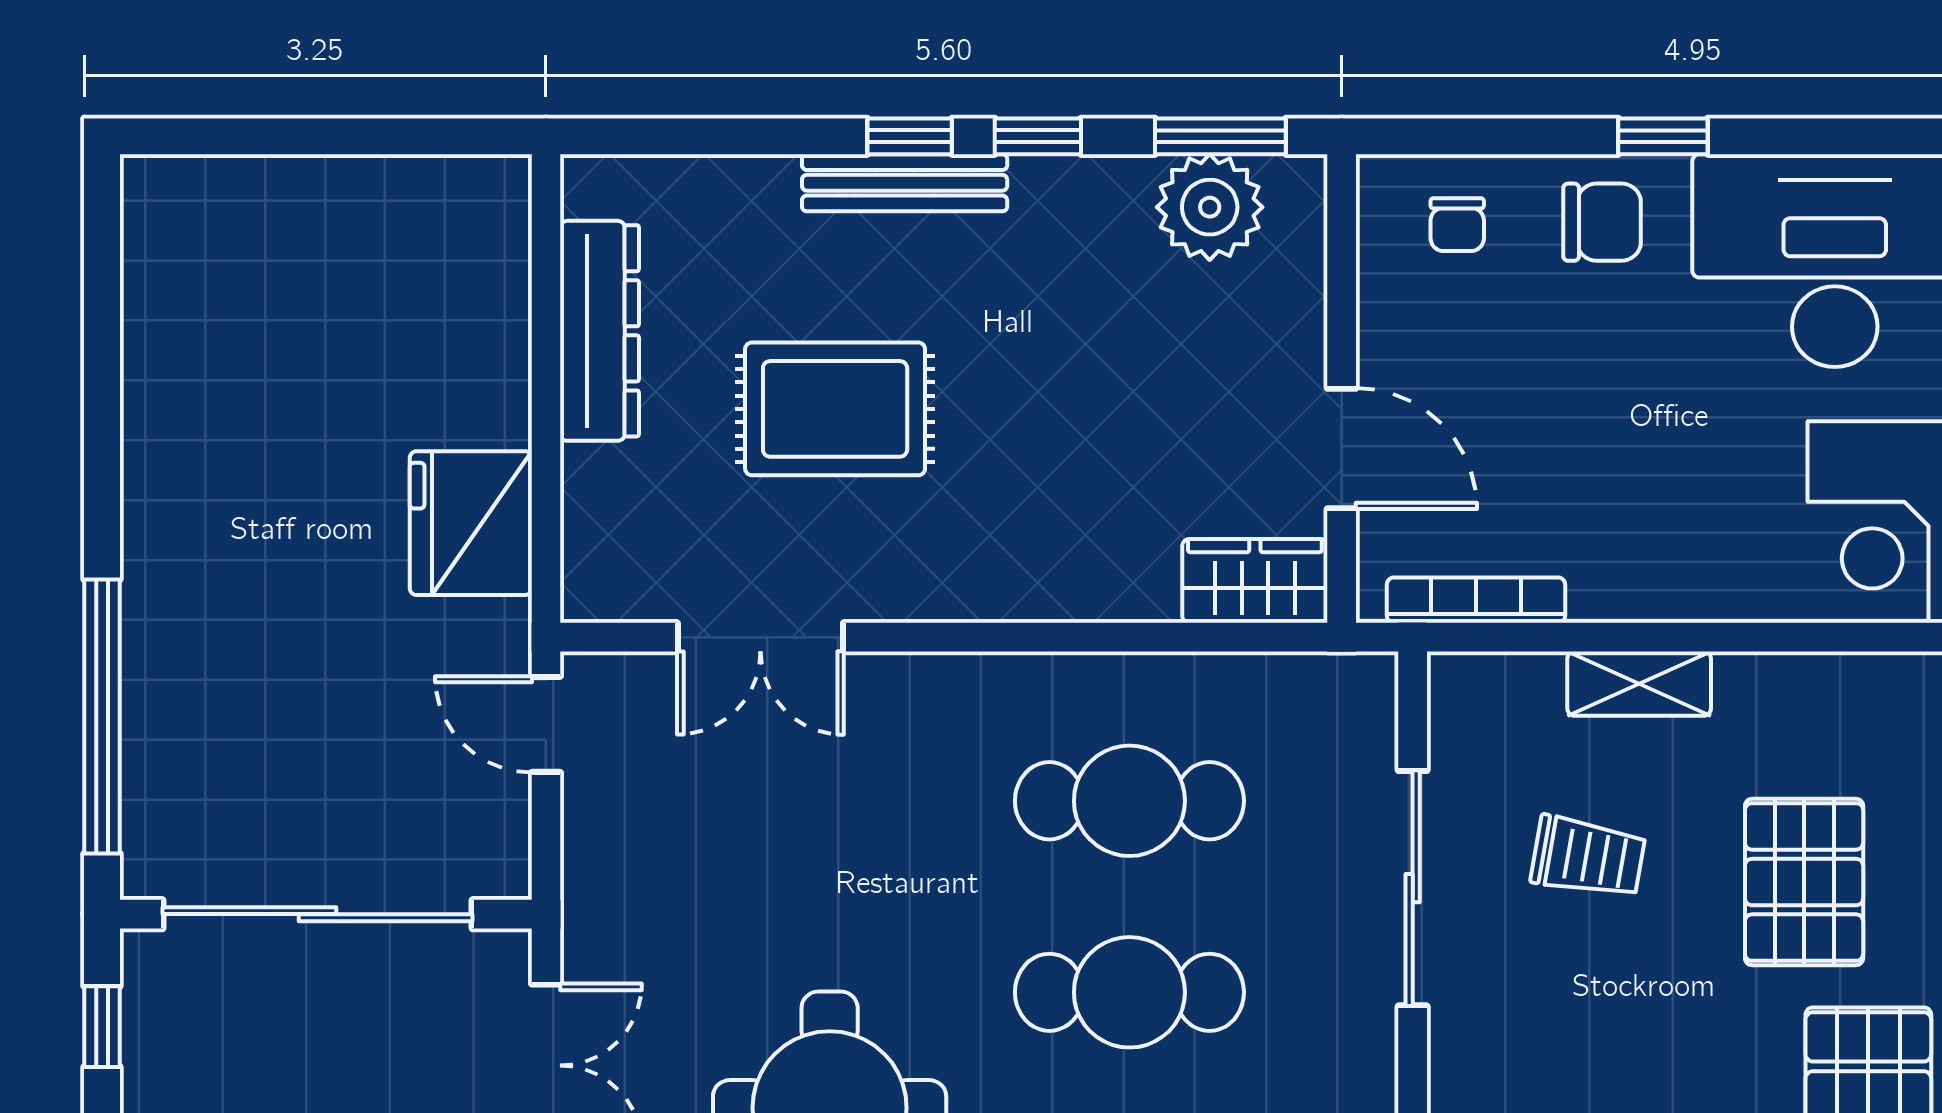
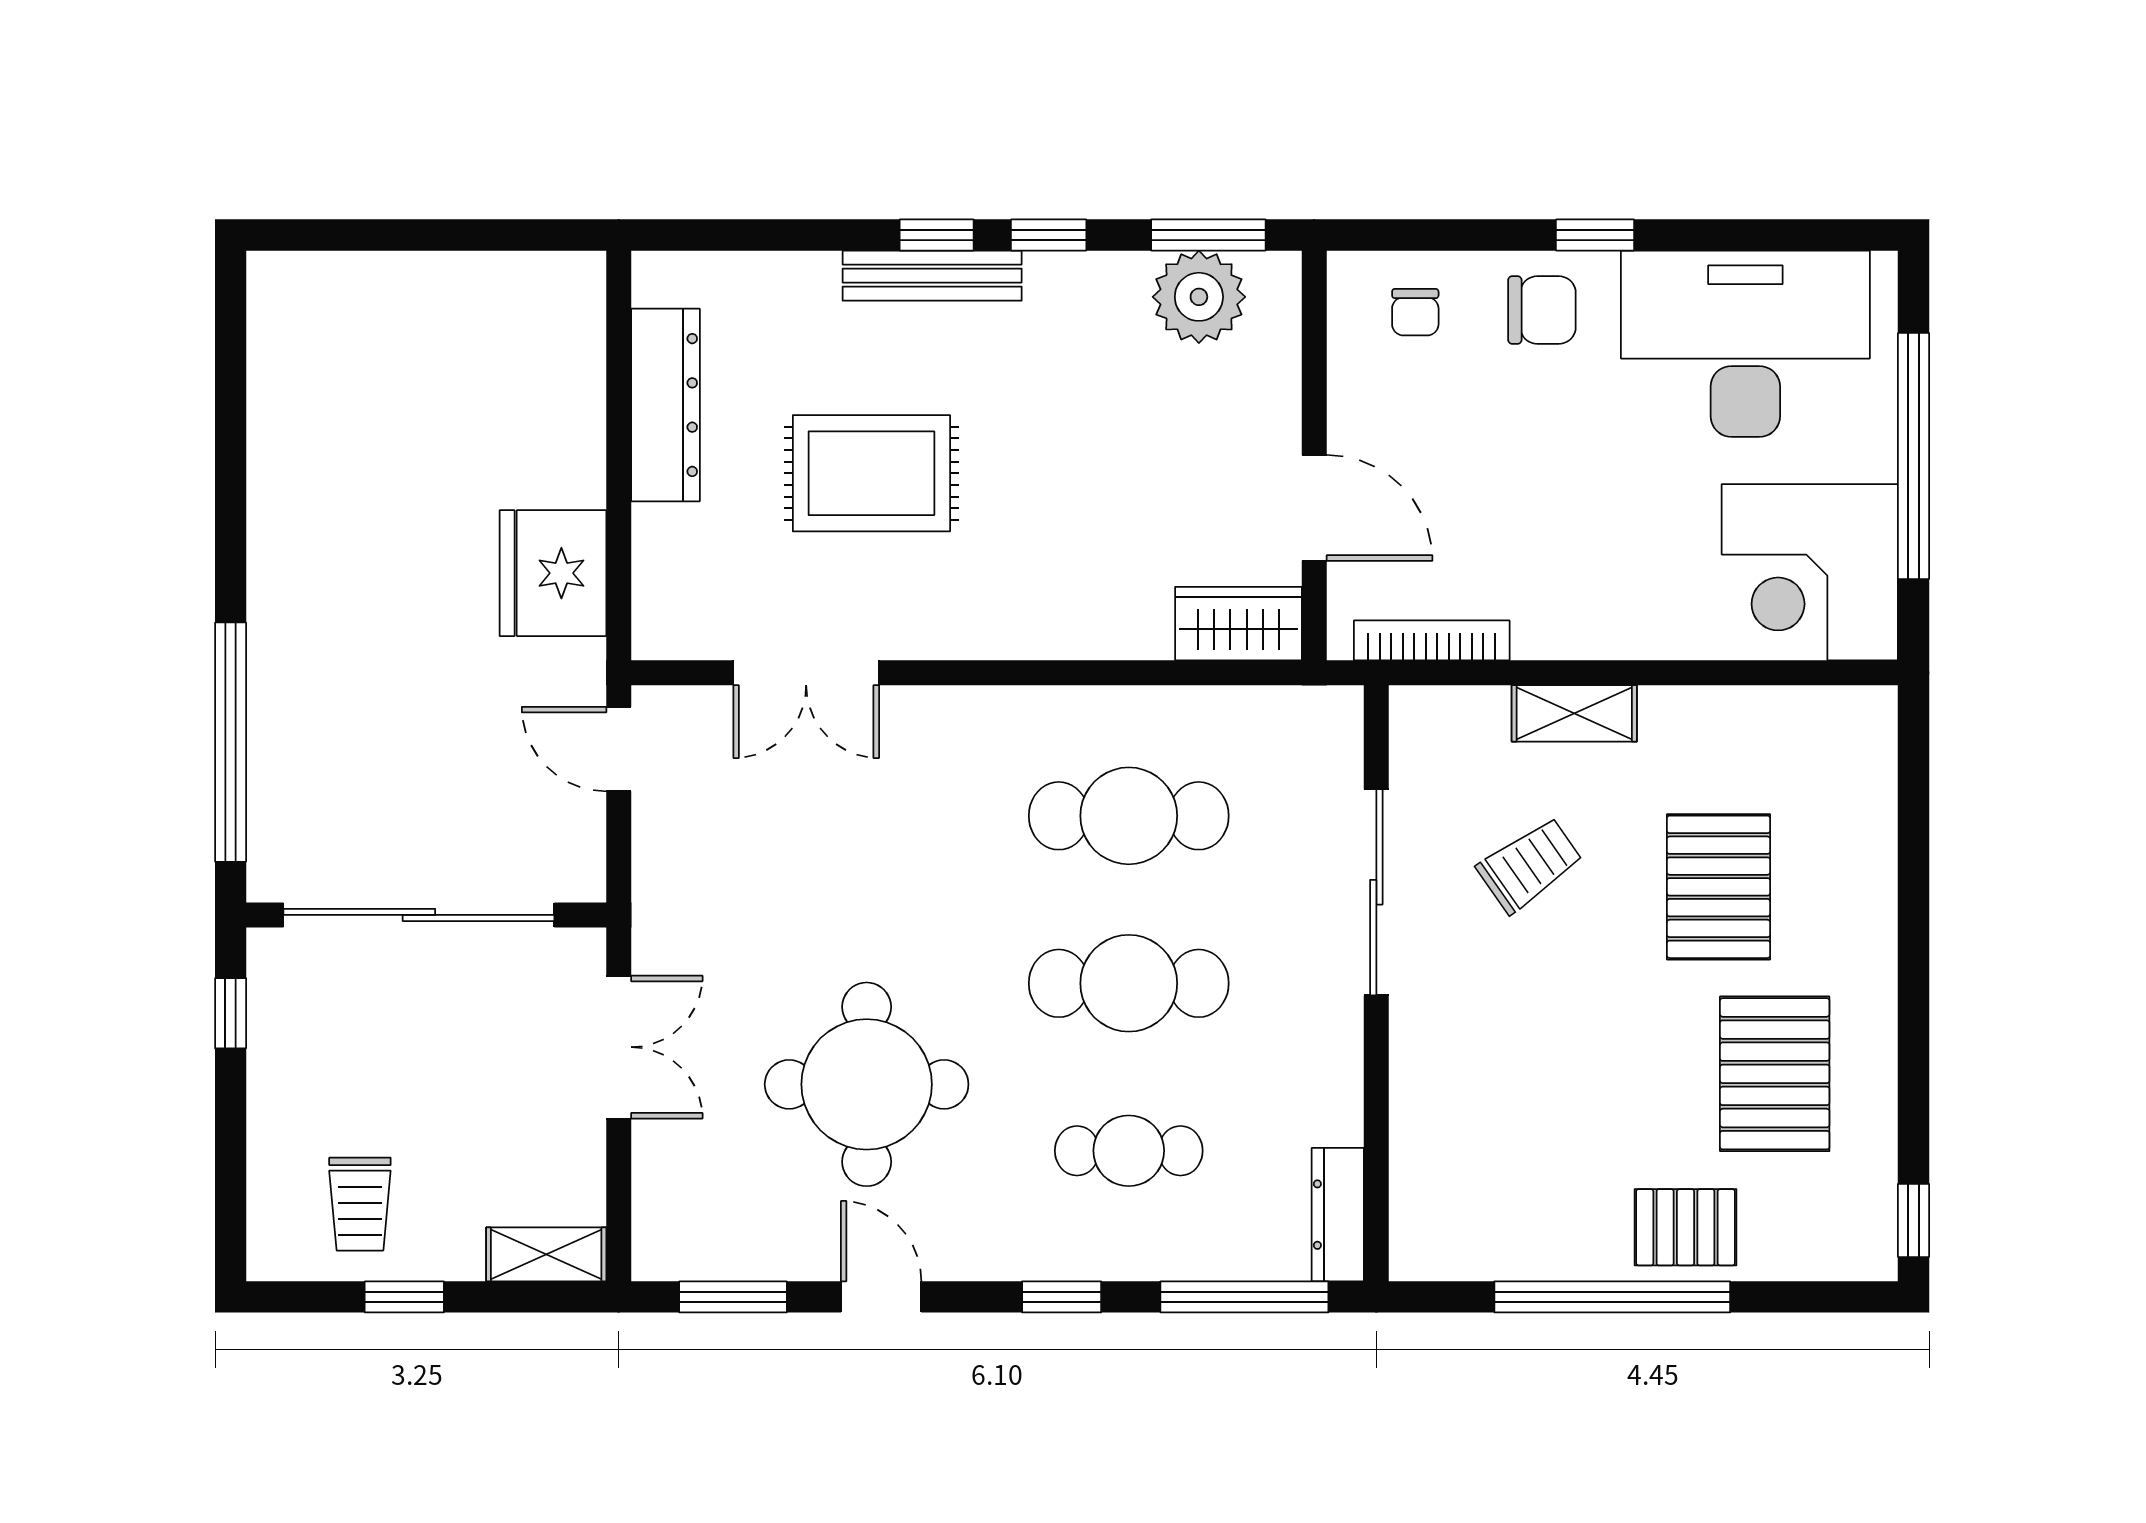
trolley: (1588, 857) -> (1530, 865), turned -45

